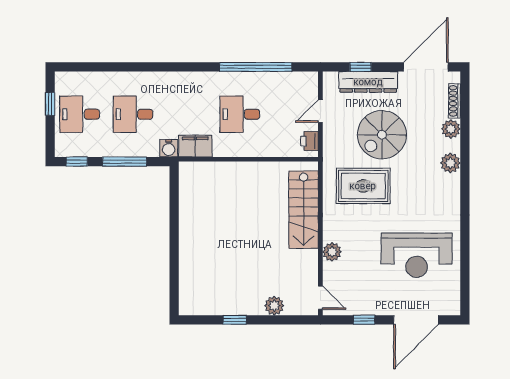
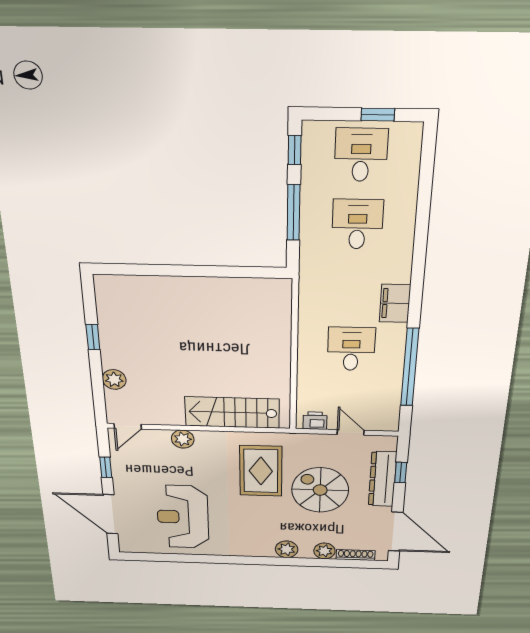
filing cabinet: (195, 146) -> (395, 303), moved, turned 180
water cooler: (169, 148) -> (310, 267), removed

